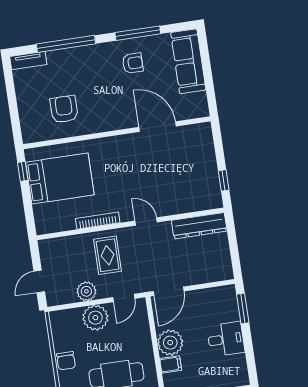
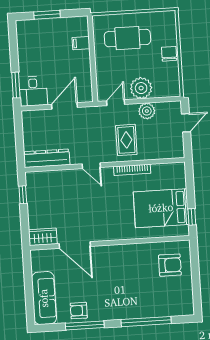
tv unit: (28, 61) -> (179, 310), removed
armchair: (133, 63) -> (79, 311), moved
armchair: (64, 109) -> (170, 265), moved, turned -90
wardrobe: (196, 133) -> (43, 237), added
door: (169, 291) -> (65, 106), moved
desk: (226, 339) -> (33, 91), moved, turned -90
plant: (170, 343) -> (80, 62), removed

